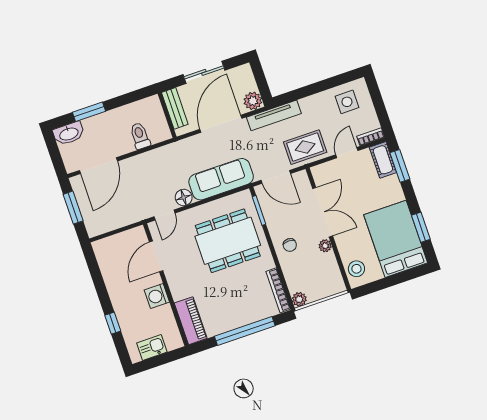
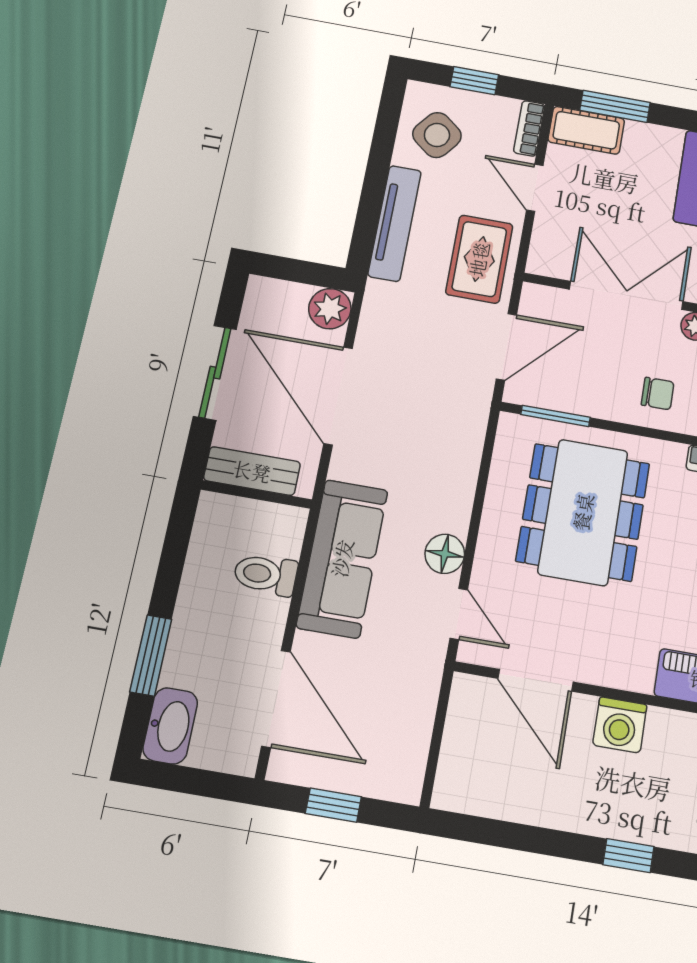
side table: (347, 102) -> (437, 135), turned 38
window: (379, 104) -> (474, 81), added
tv unit: (274, 115) -> (395, 223), moved
sofa: (221, 179) -> (342, 558), moved, turned 180
window: (73, 208) -> (333, 805), width x0.67

